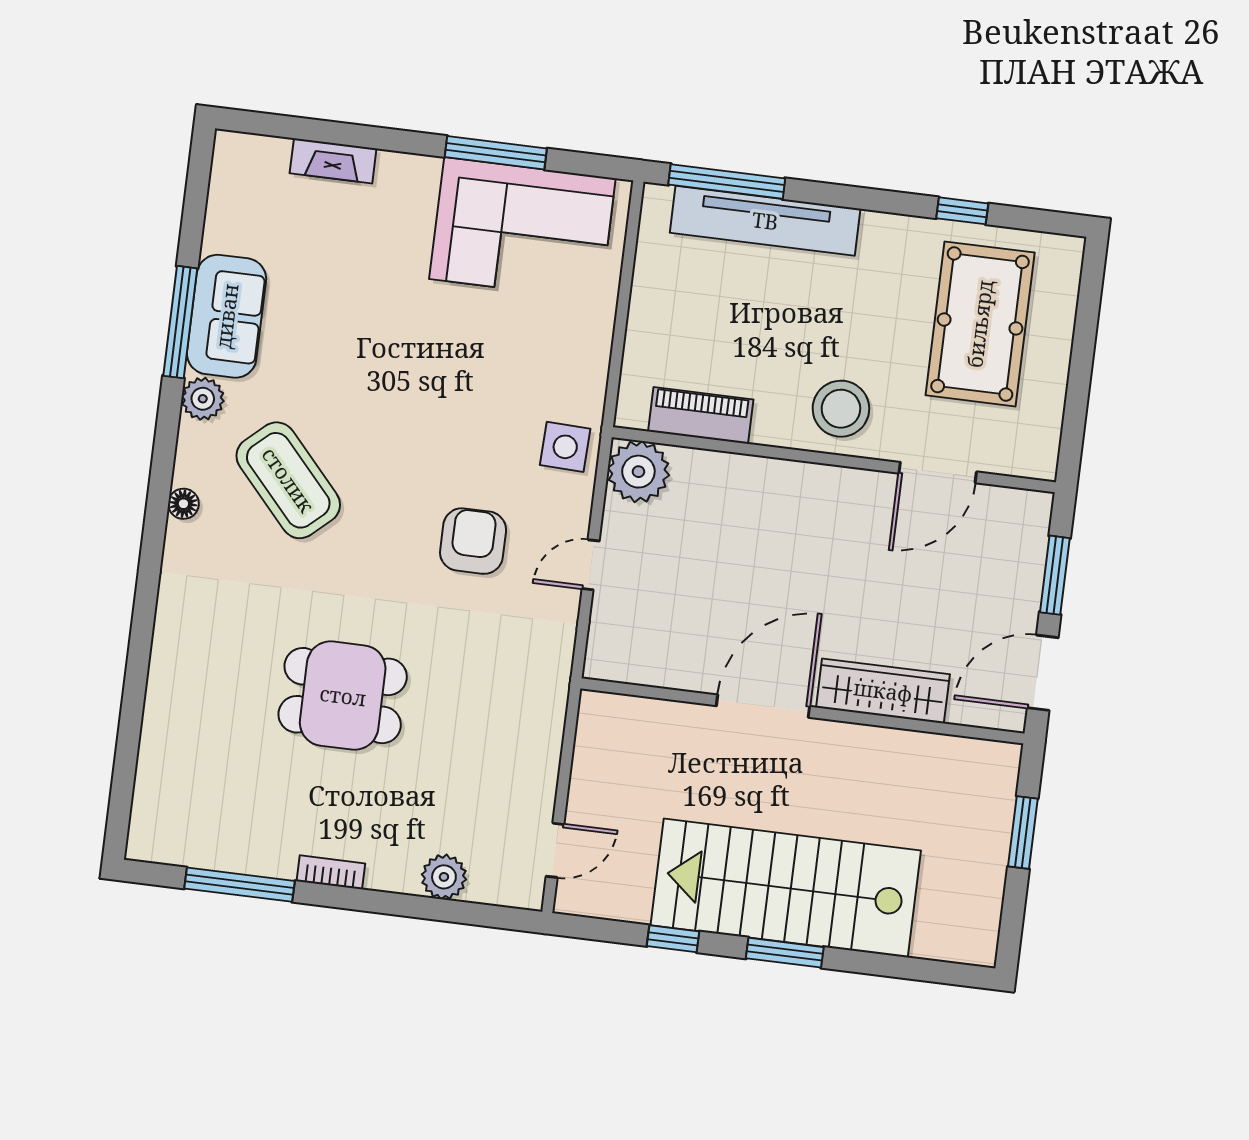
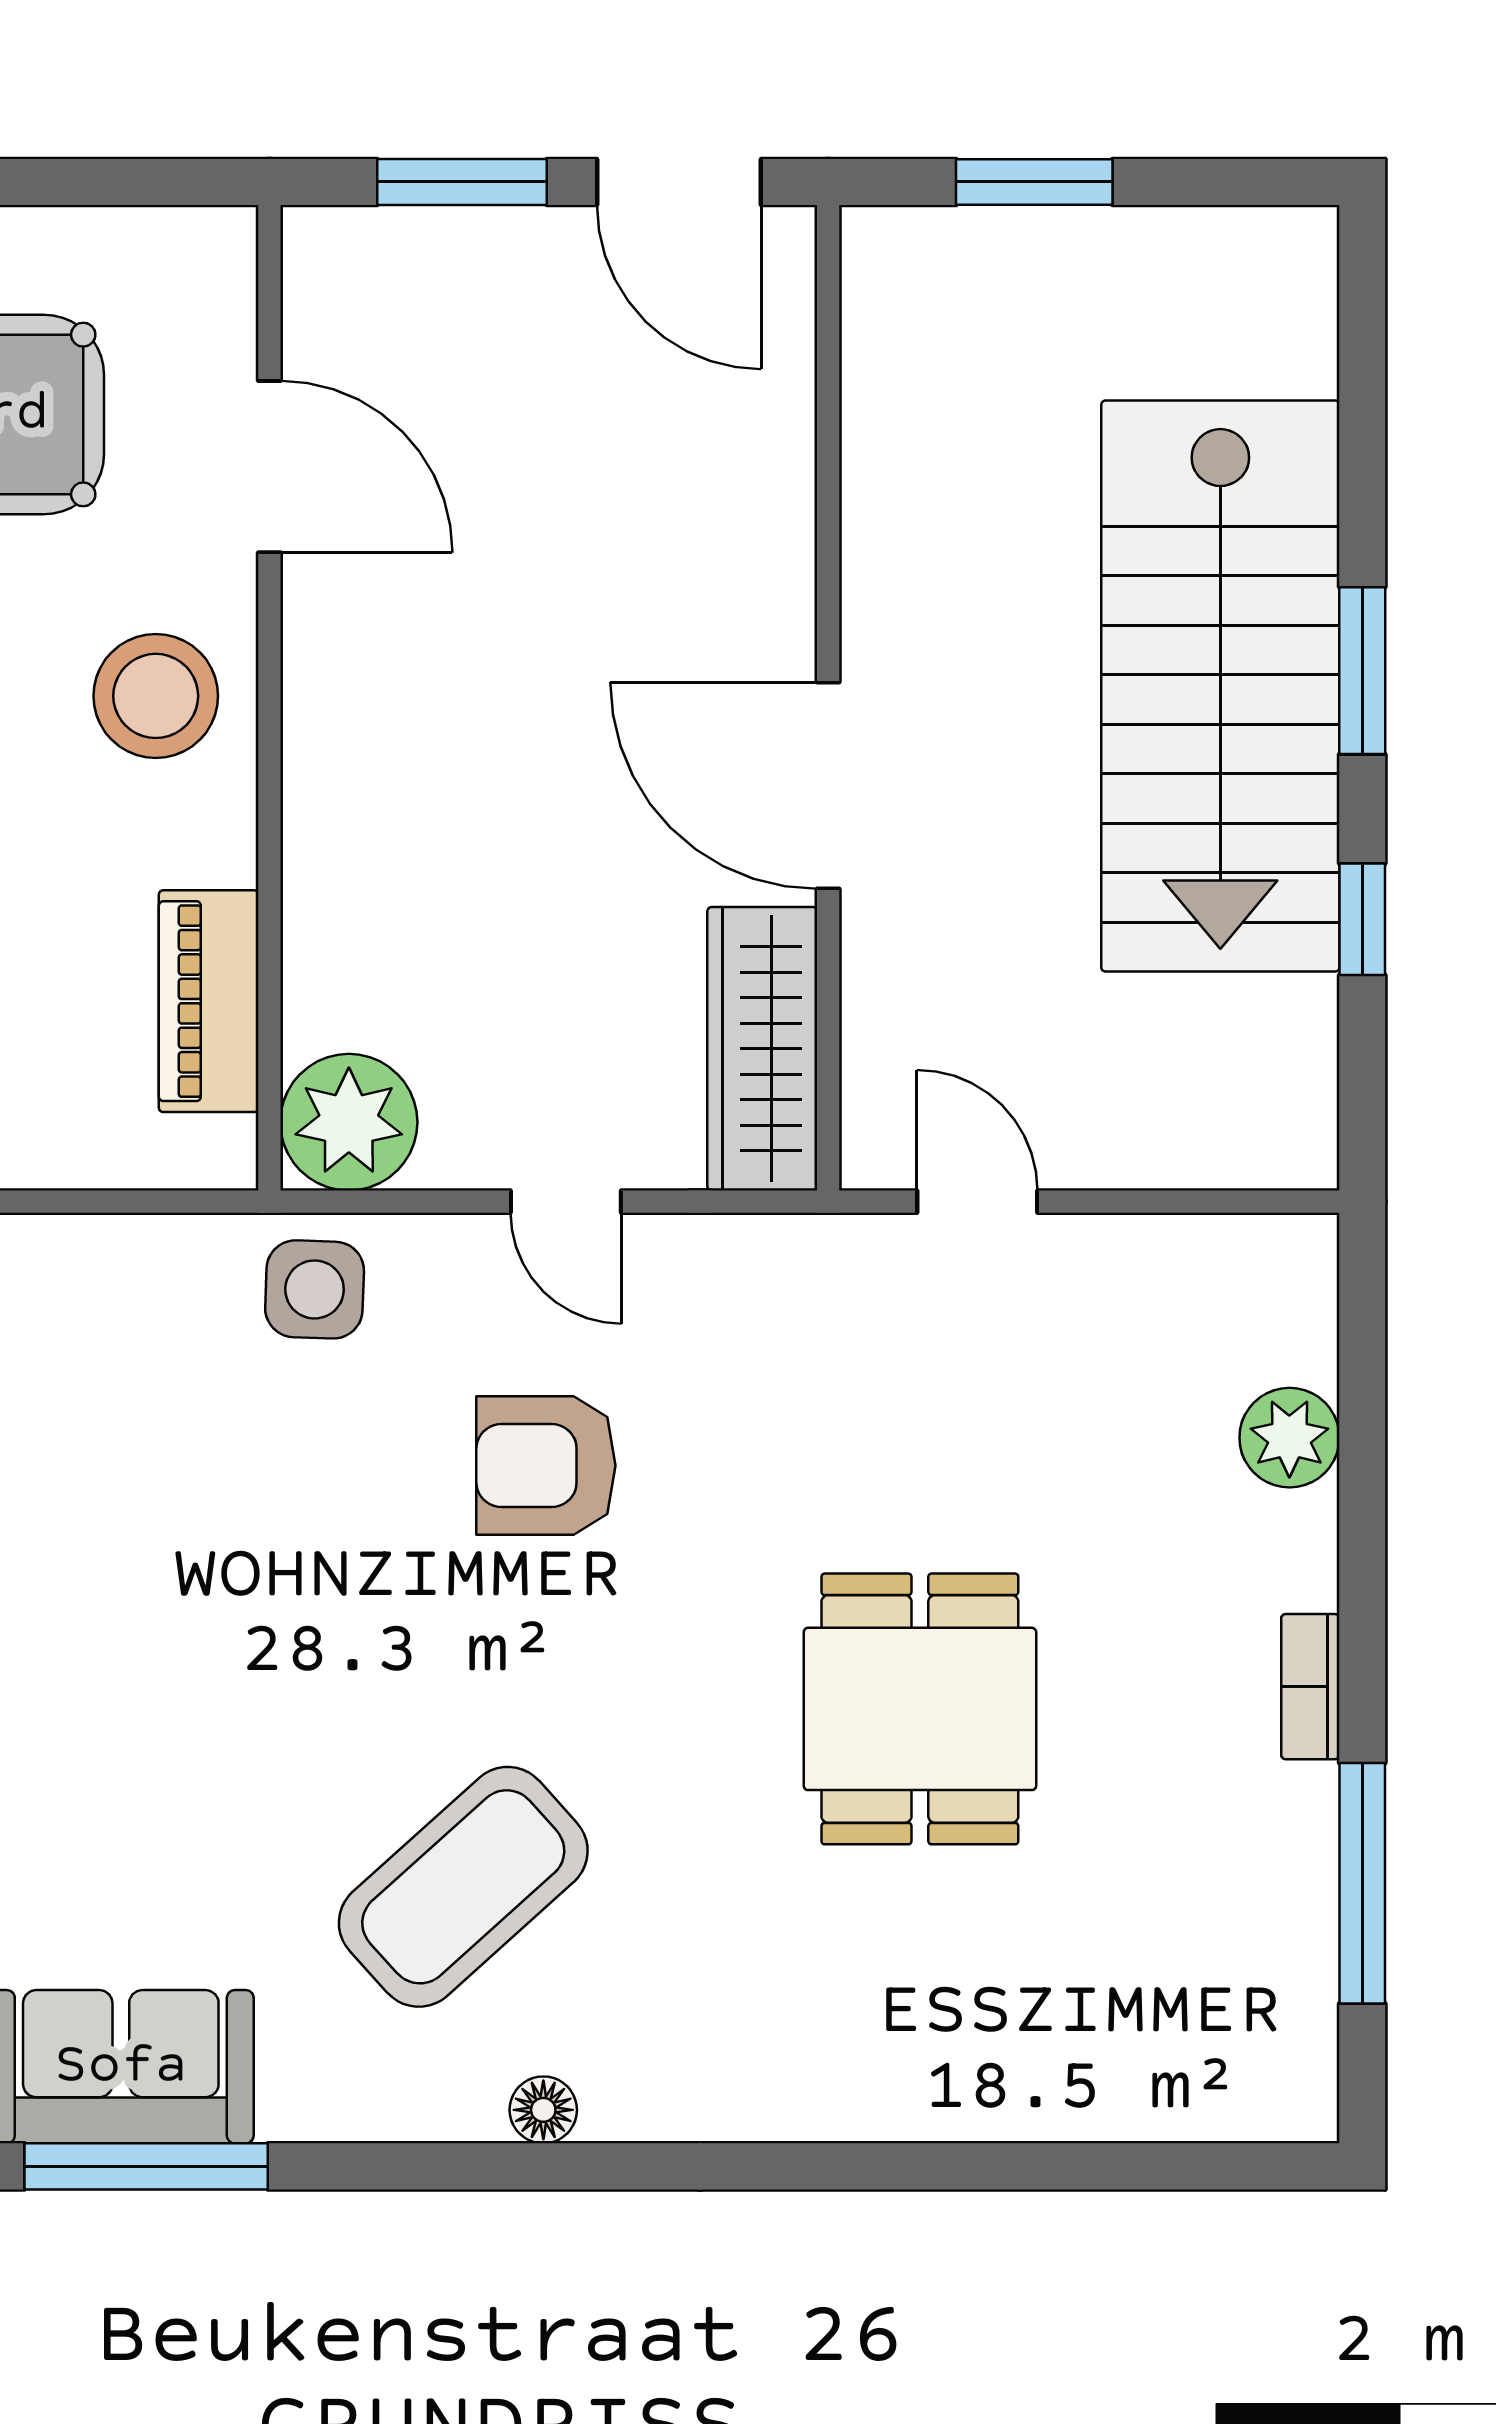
plant: (203, 399) -> (308, 2096), removed
wardrobe: (883, 691) -> (762, 1049), moved
door: (555, 850) -> (977, 1202), moved

